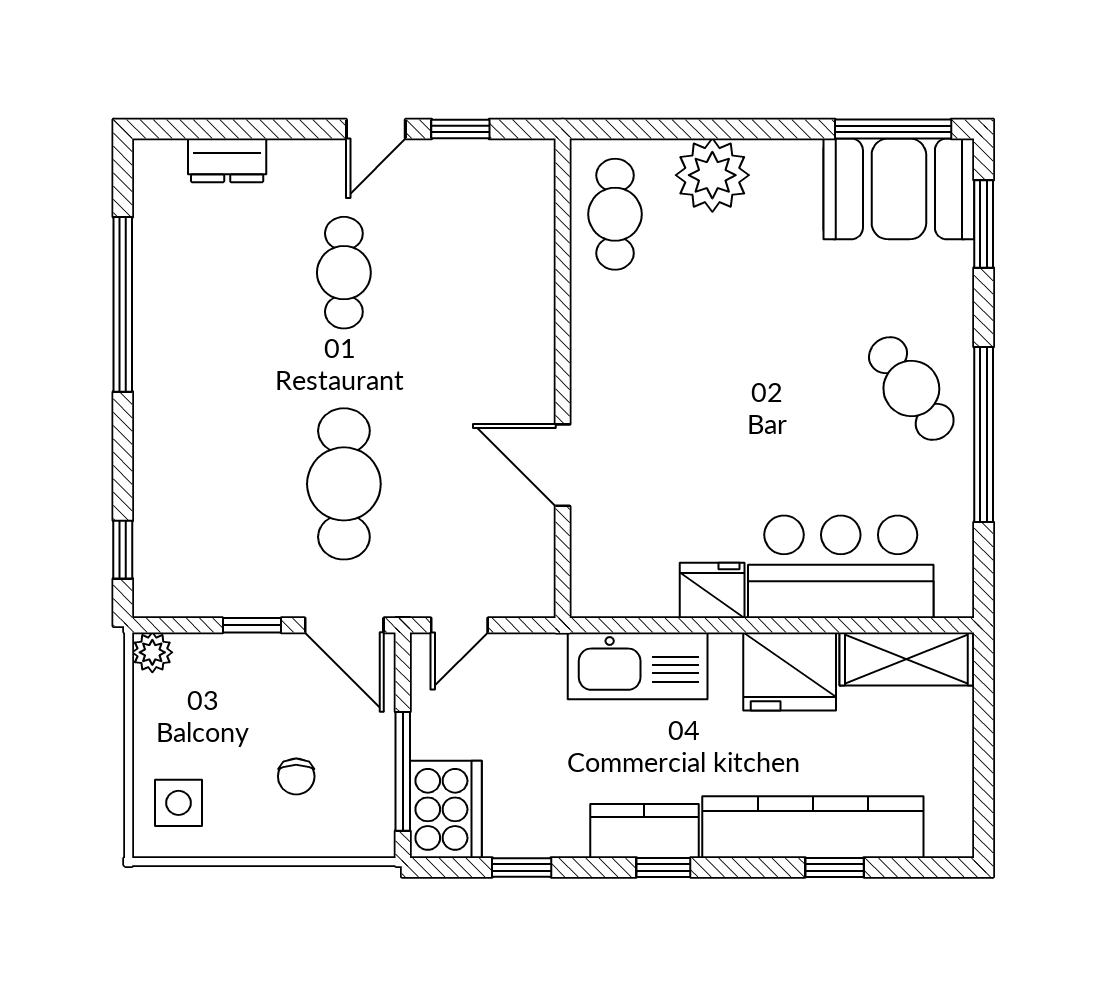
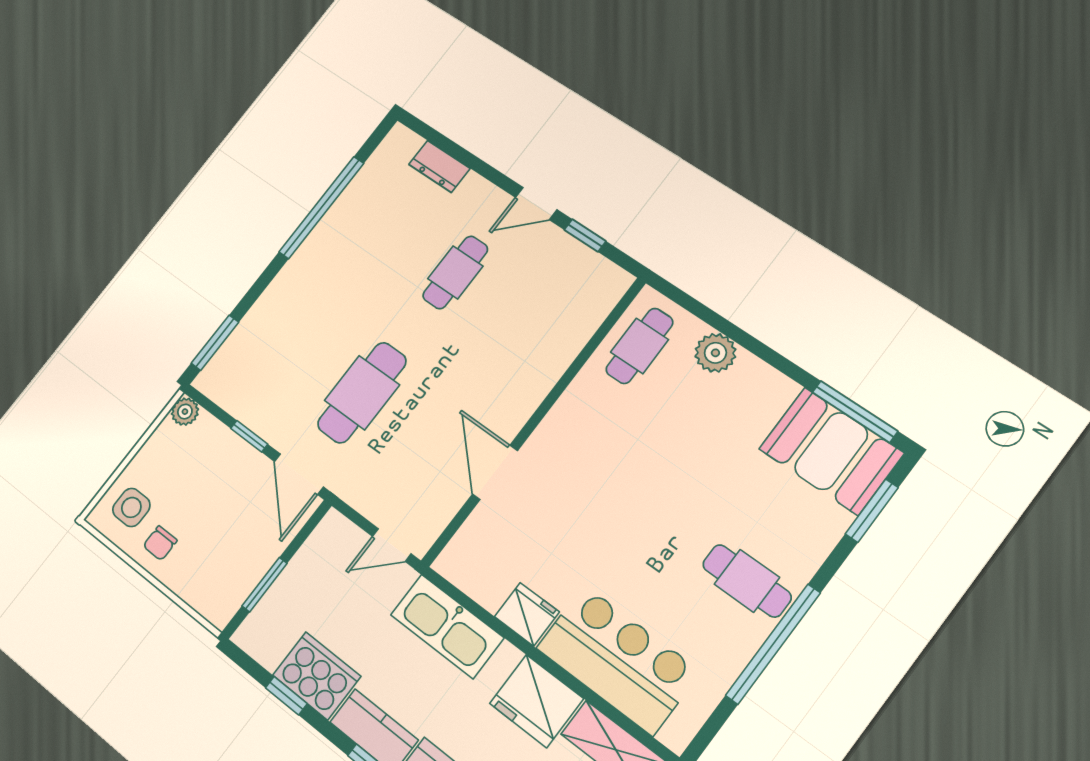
plant: (712, 175) -> (715, 353), width x0.73, depth x0.73
cafe table: (911, 388) -> (747, 581), turned -55
window: (123, 550) -> (215, 343), width x1.50
door: (459, 625) -> (392, 545), moved
window: (403, 771) -> (265, 585), width x0.69
chair: (296, 776) -> (160, 543), moved
cooker: (446, 809) -> (317, 676), moved, turned -90

